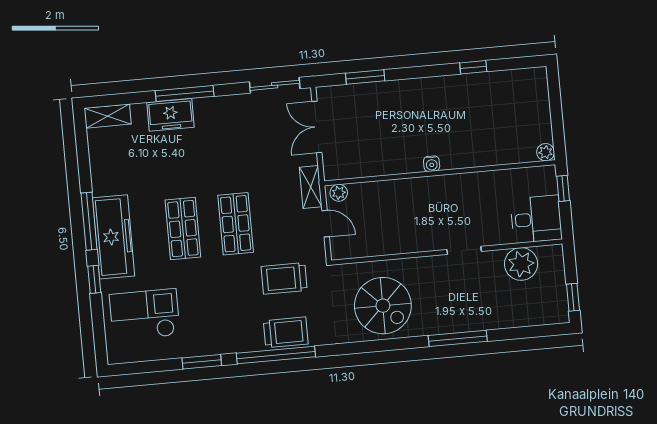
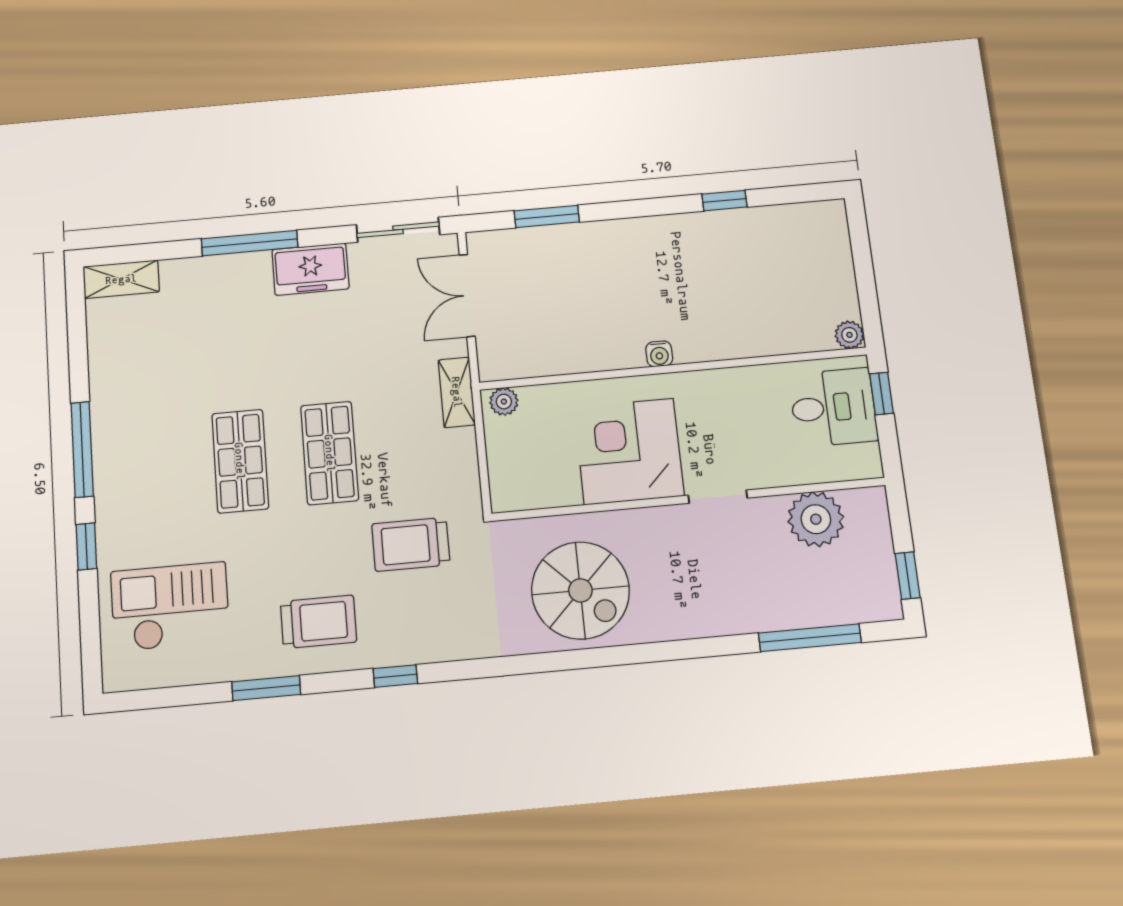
freezer: (170, 115) -> (310, 269), moved
desk: (536, 219) -> (833, 407), moved
corner desk: (413, 223) -> (629, 451), added
door: (326, 224) -> (482, 452), removed
freezer: (113, 237) -> (122, 475), removed
trolley: (286, 332) -> (319, 622), moved
window: (458, 338) -> (810, 638), moved
window: (276, 355) -> (395, 676), width x0.32

